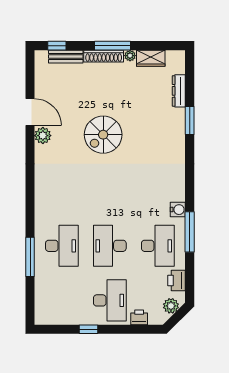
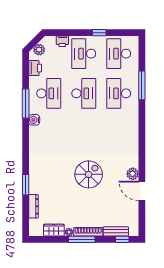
desk: (158, 246) -> (49, 93), turned 180
desk: (62, 300) -> (119, 54), added

